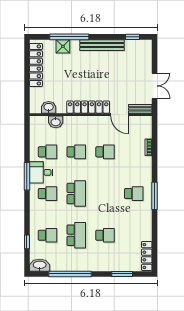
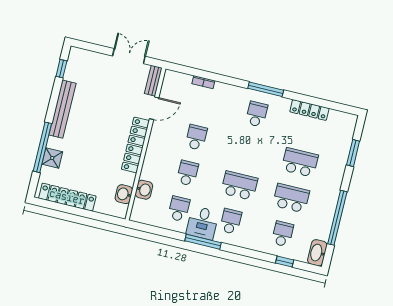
school desk: (105, 235) -> (300, 162), width x1.85
locker: (147, 256) -> (309, 110), moved

